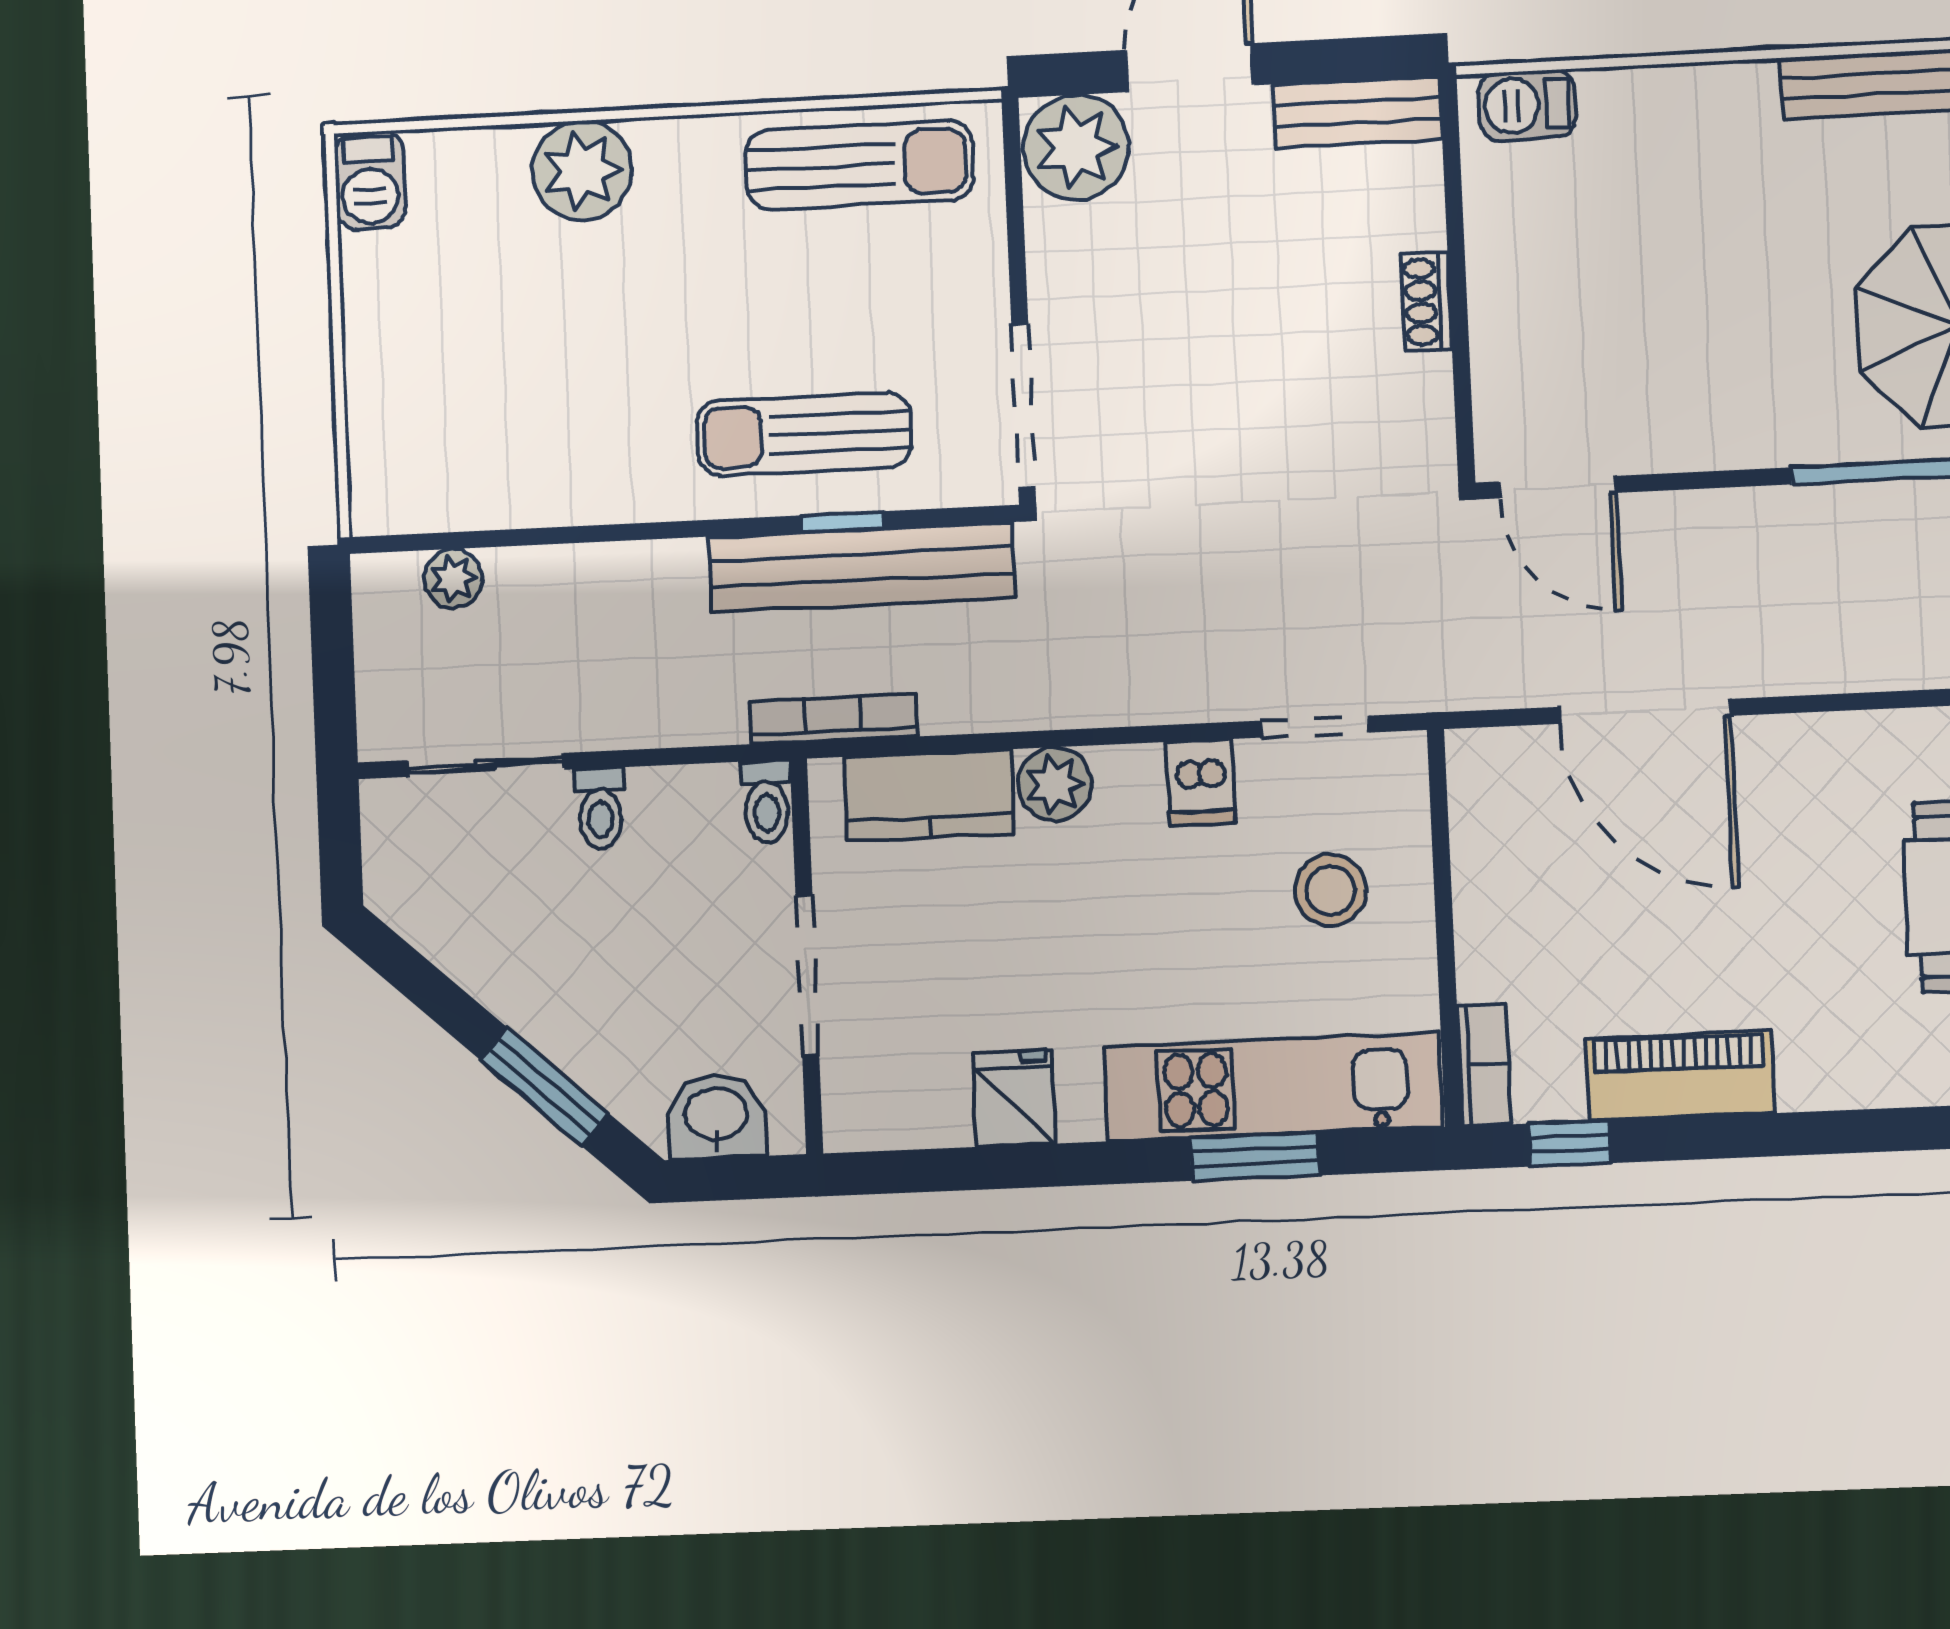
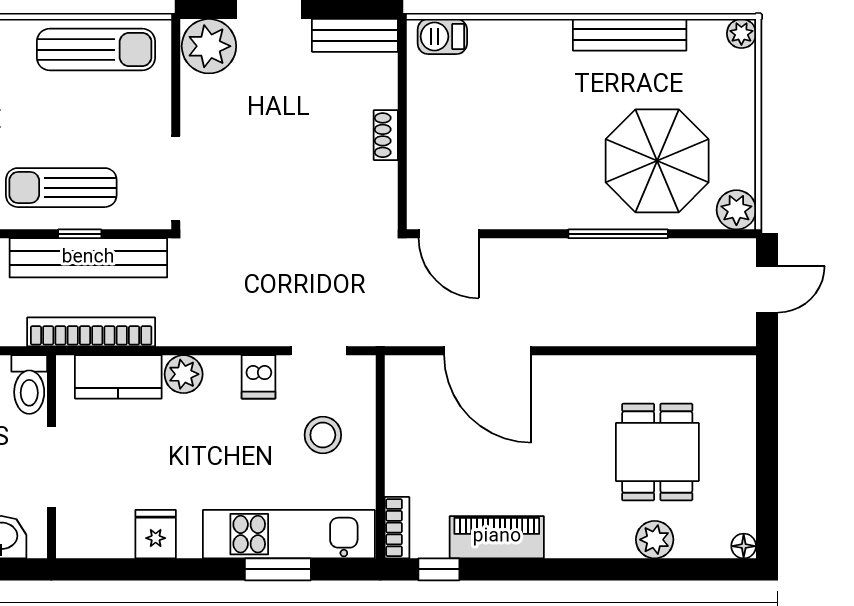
bookcase: (833, 719) -> (91, 332), width x1.48, depth x1.31
toilet: (767, 802) -> (29, 385), width x1.37, depth x1.39

